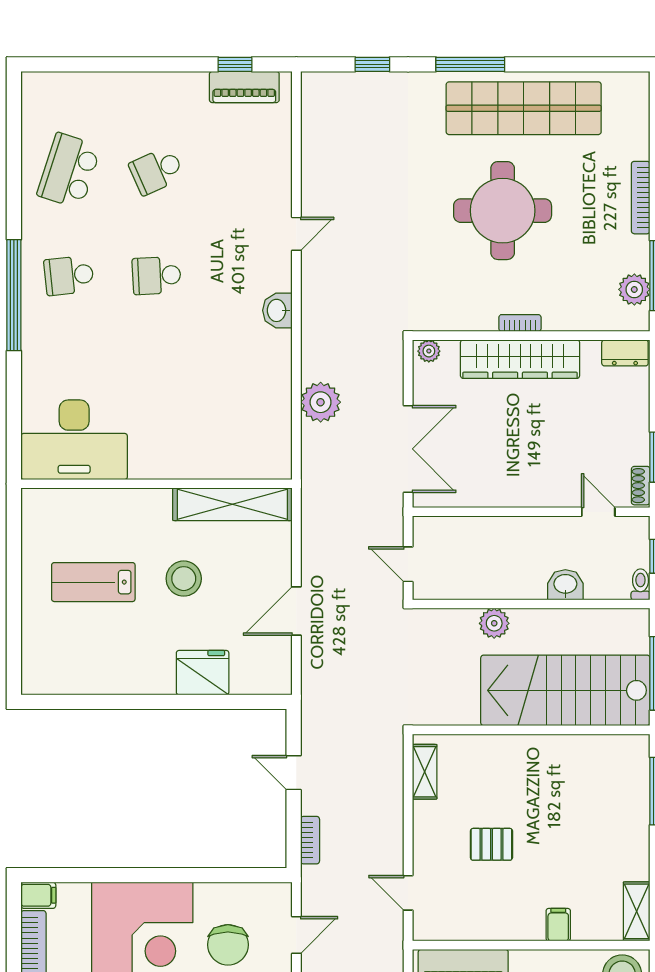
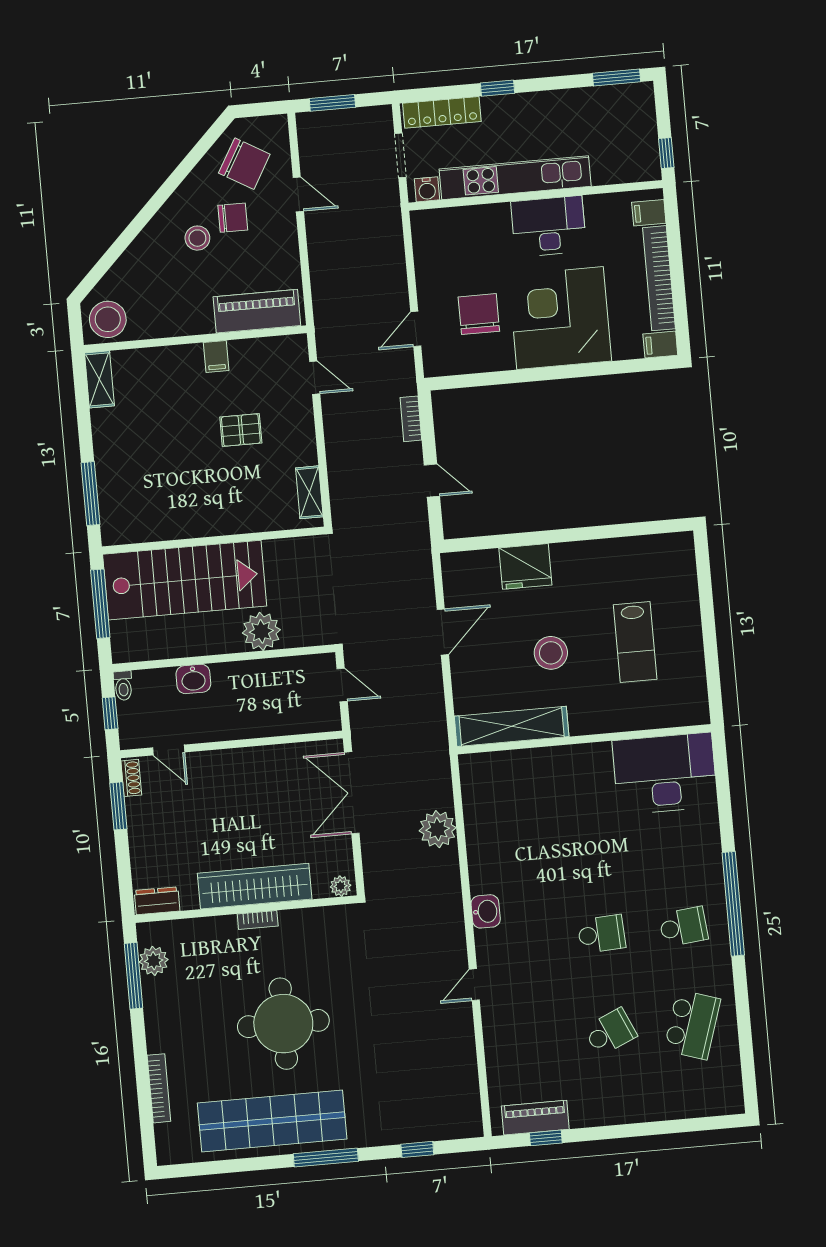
bookcase: (641, 198) -> (159, 1088), moved
lab bench: (93, 582) -> (635, 642), turned 90
plant: (494, 623) -> (261, 631), width x1.36, depth x1.36
filing cabinet: (558, 925) -> (216, 356), moved

